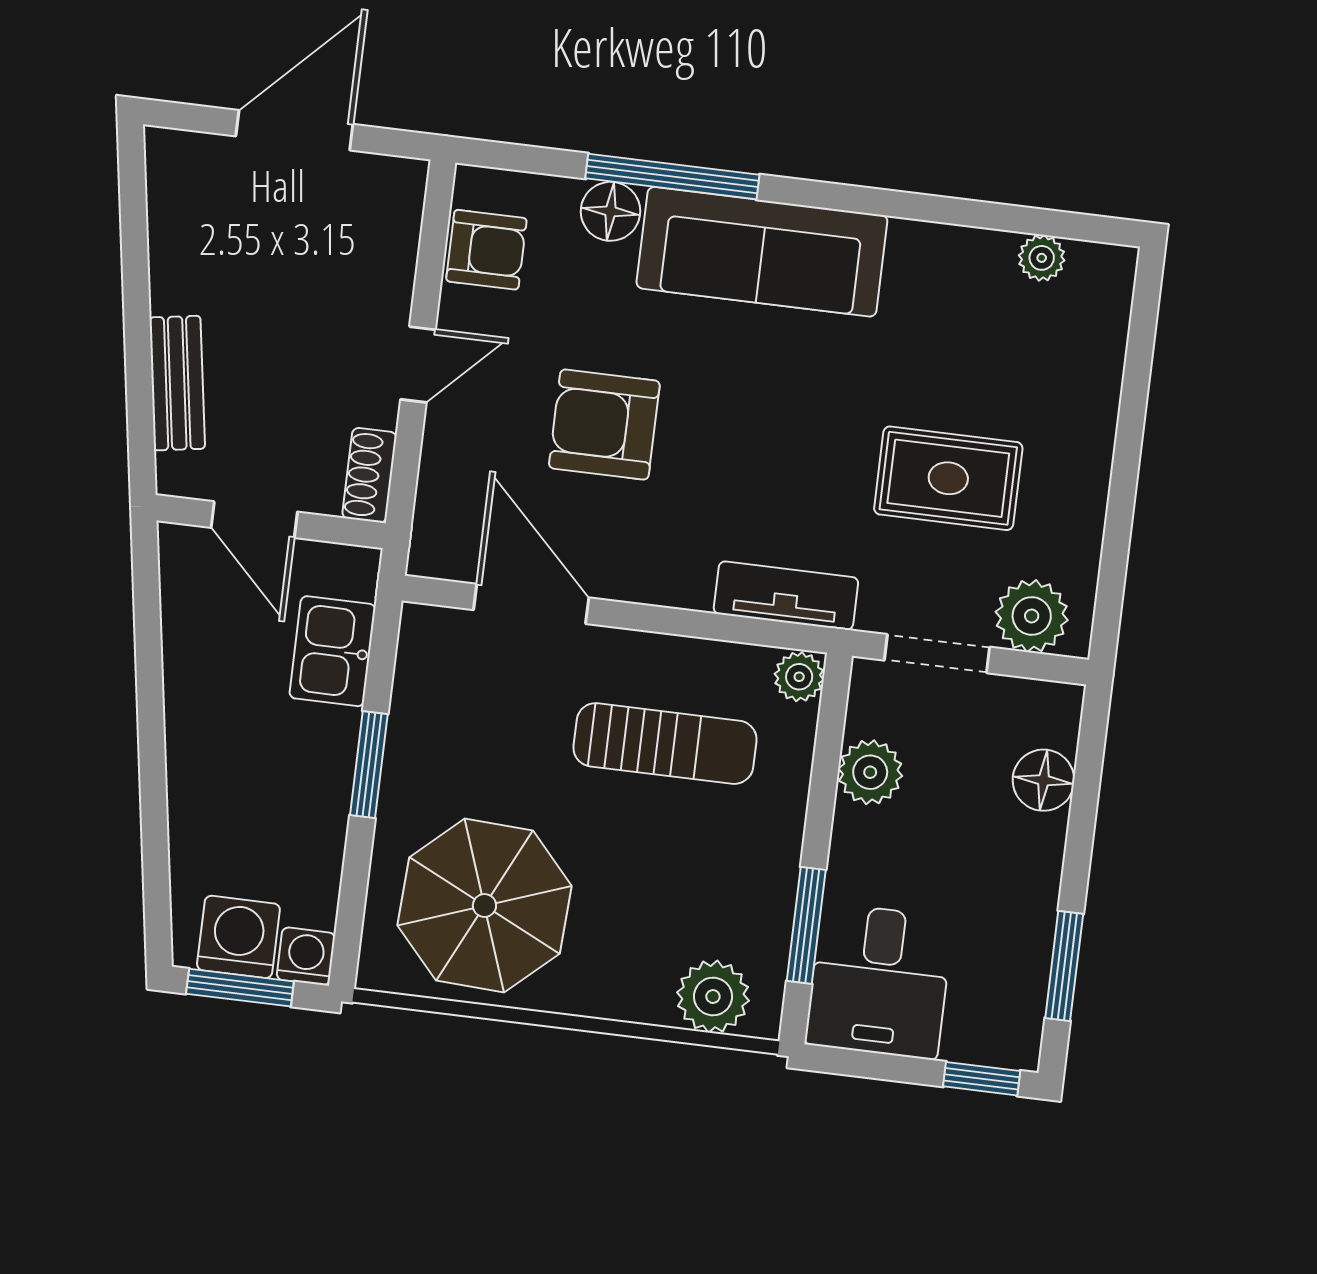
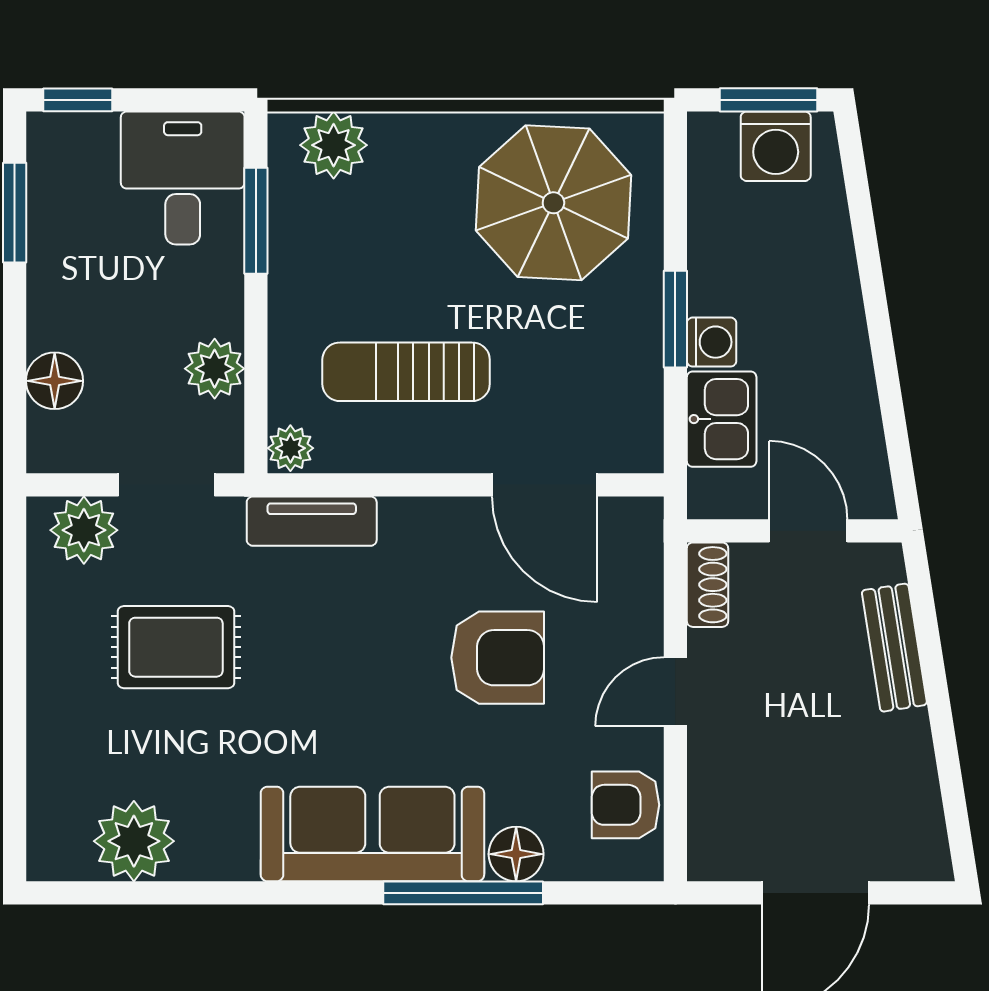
plant: (1042, 258) -> (134, 841), width x1.88, depth x1.88
washing machine: (306, 956) -> (712, 342), moved, turned -90

